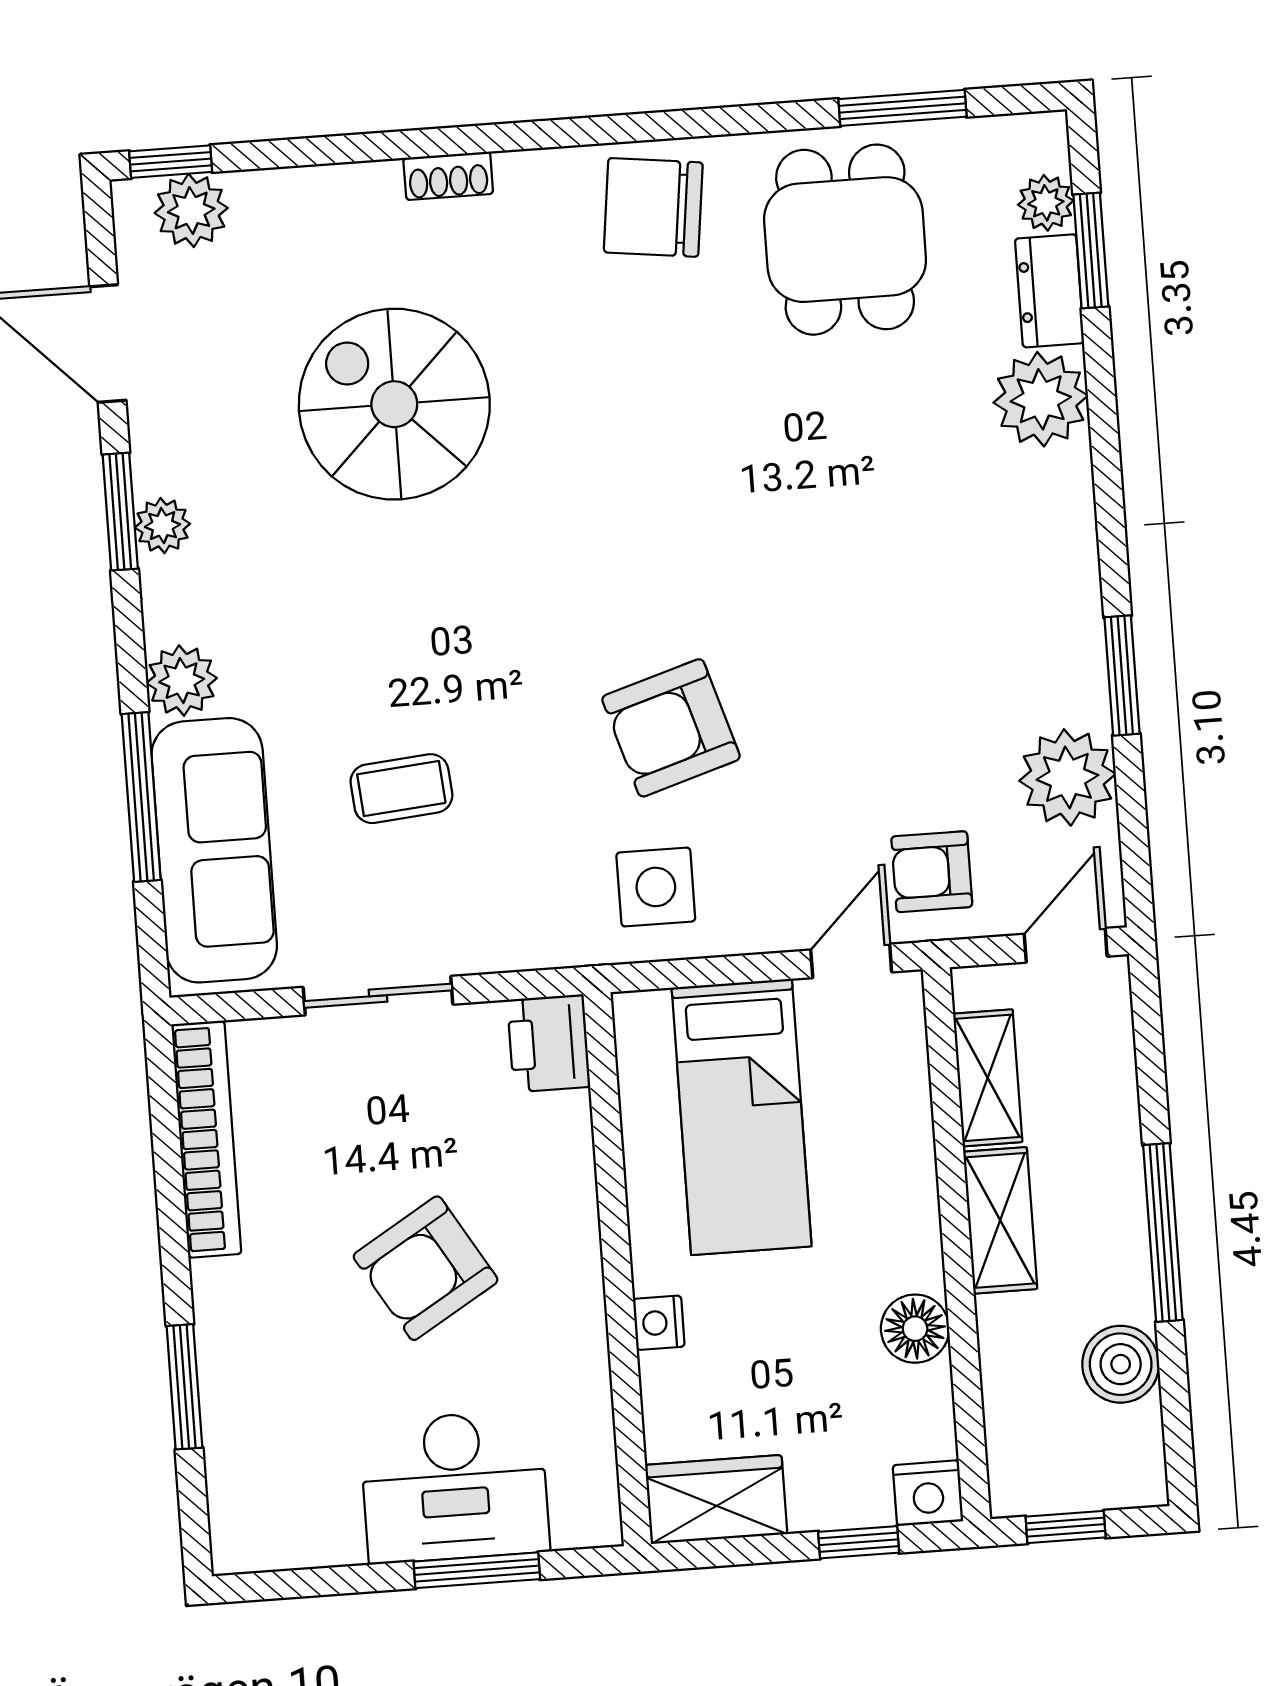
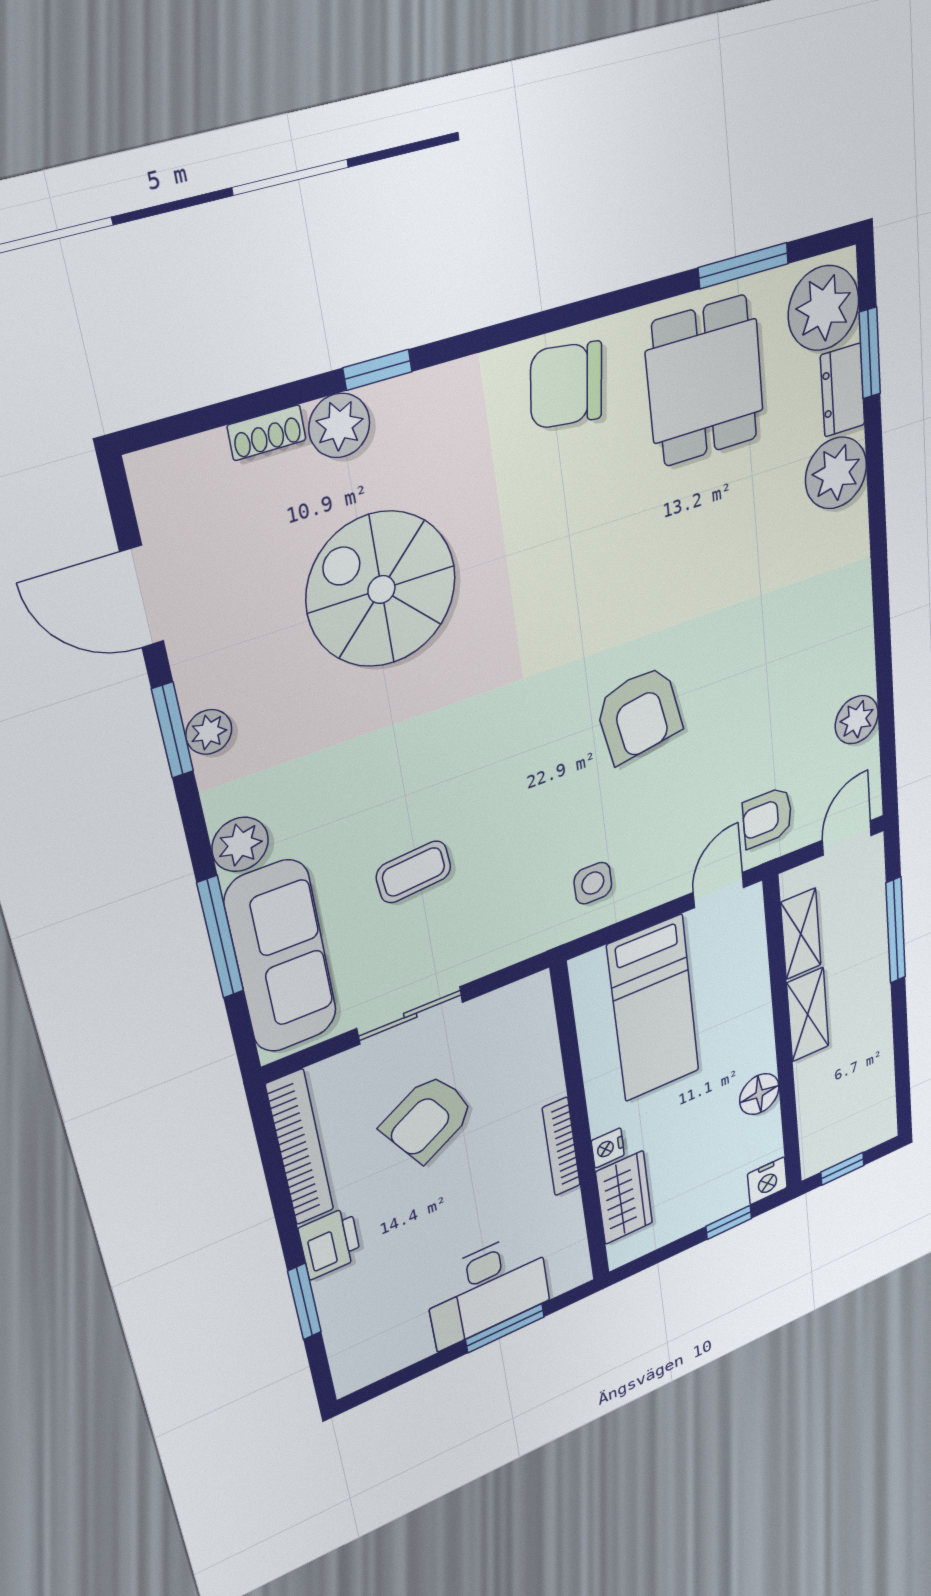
window: (171, 162) -> (378, 370), moved
shoe rack: (448, 176) -> (267, 433), moved
plant: (1046, 203) -> (824, 308), width x1.87, depth x1.87
plant: (191, 210) -> (339, 426), moved
window: (1122, 675) -> (883, 654), removed
armchair: (671, 728) -> (639, 714), moved, turned -83
plant: (1067, 777) -> (857, 720), width x0.73, depth x0.73
side table: (656, 887) -> (593, 883), width x0.73, depth x0.73
printer: (549, 1043) -> (330, 1243), moved, turned 180
window: (1163, 1232) -> (896, 930), moved
armchair: (426, 1268) -> (428, 1118), moved
bookcase: (585, 1291) -> (561, 1147), added
boiler: (1121, 1364) -> (874, 1070), removed
wardrobe: (716, 1500) -> (624, 1198), moved, turned 90

